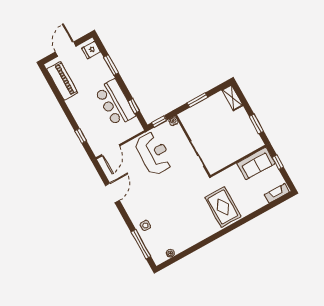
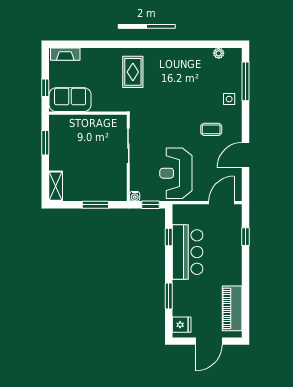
coffee table: (146, 197) -> (211, 129), added
rug: (223, 207) -> (133, 72), width x0.73, depth x0.70

